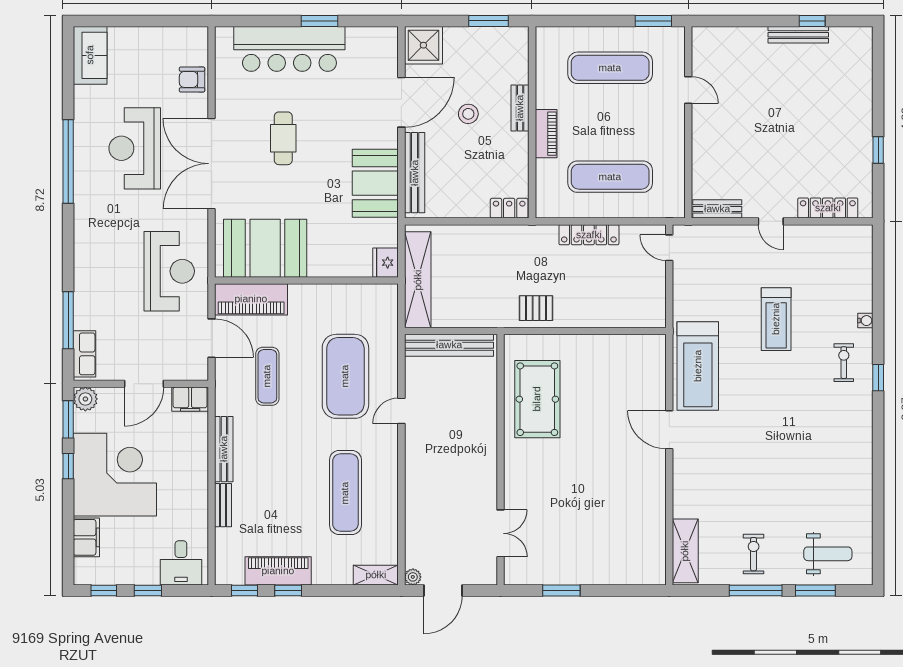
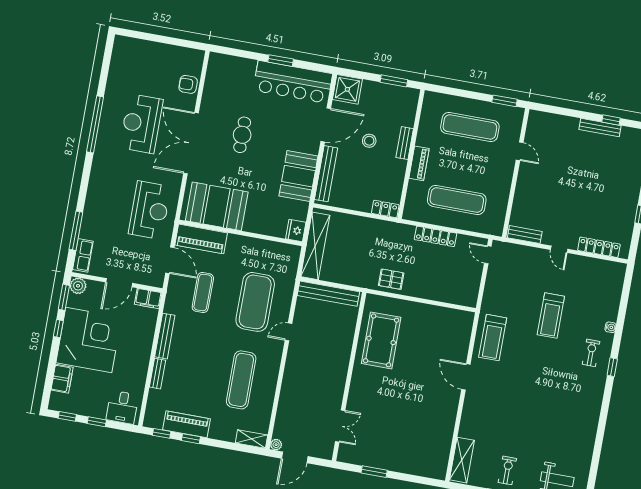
bar counter: (289, 49) -> (293, 82), moved
sofa: (90, 55) -> (123, 56), removed
treadmill: (698, 366) -> (493, 338), width x0.73, depth x0.73

